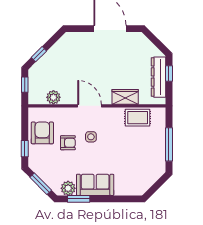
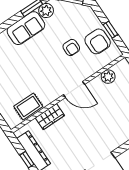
side table: (91, 137) -> (56, 65), removed
armchair: (68, 143) -> (71, 48), turned -90
window: (25, 149) -> (110, 30), moved

